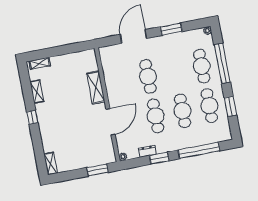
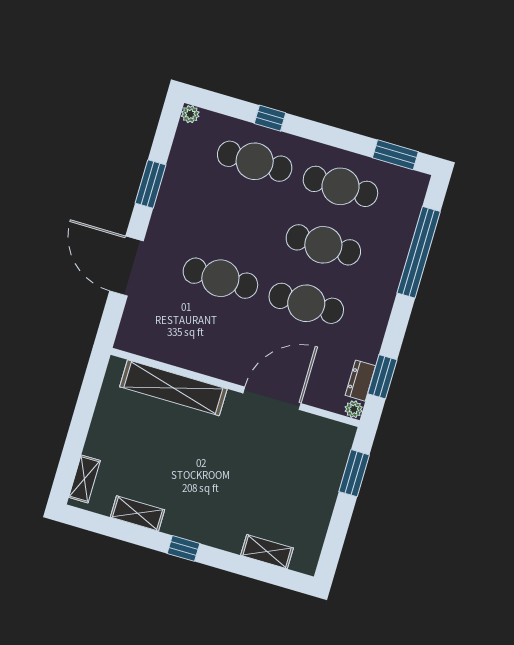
window: (222, 63) -> (270, 118), width x0.32
shelving: (96, 87) -> (173, 388), width x1.47
window: (230, 106) -> (395, 155), moved
door: (111, 122) -> (272, 398), hinge flipped
dresser: (147, 151) -> (360, 381), moved
window: (159, 158) -> (382, 377), moved
shelving: (51, 164) -> (267, 552), moved

